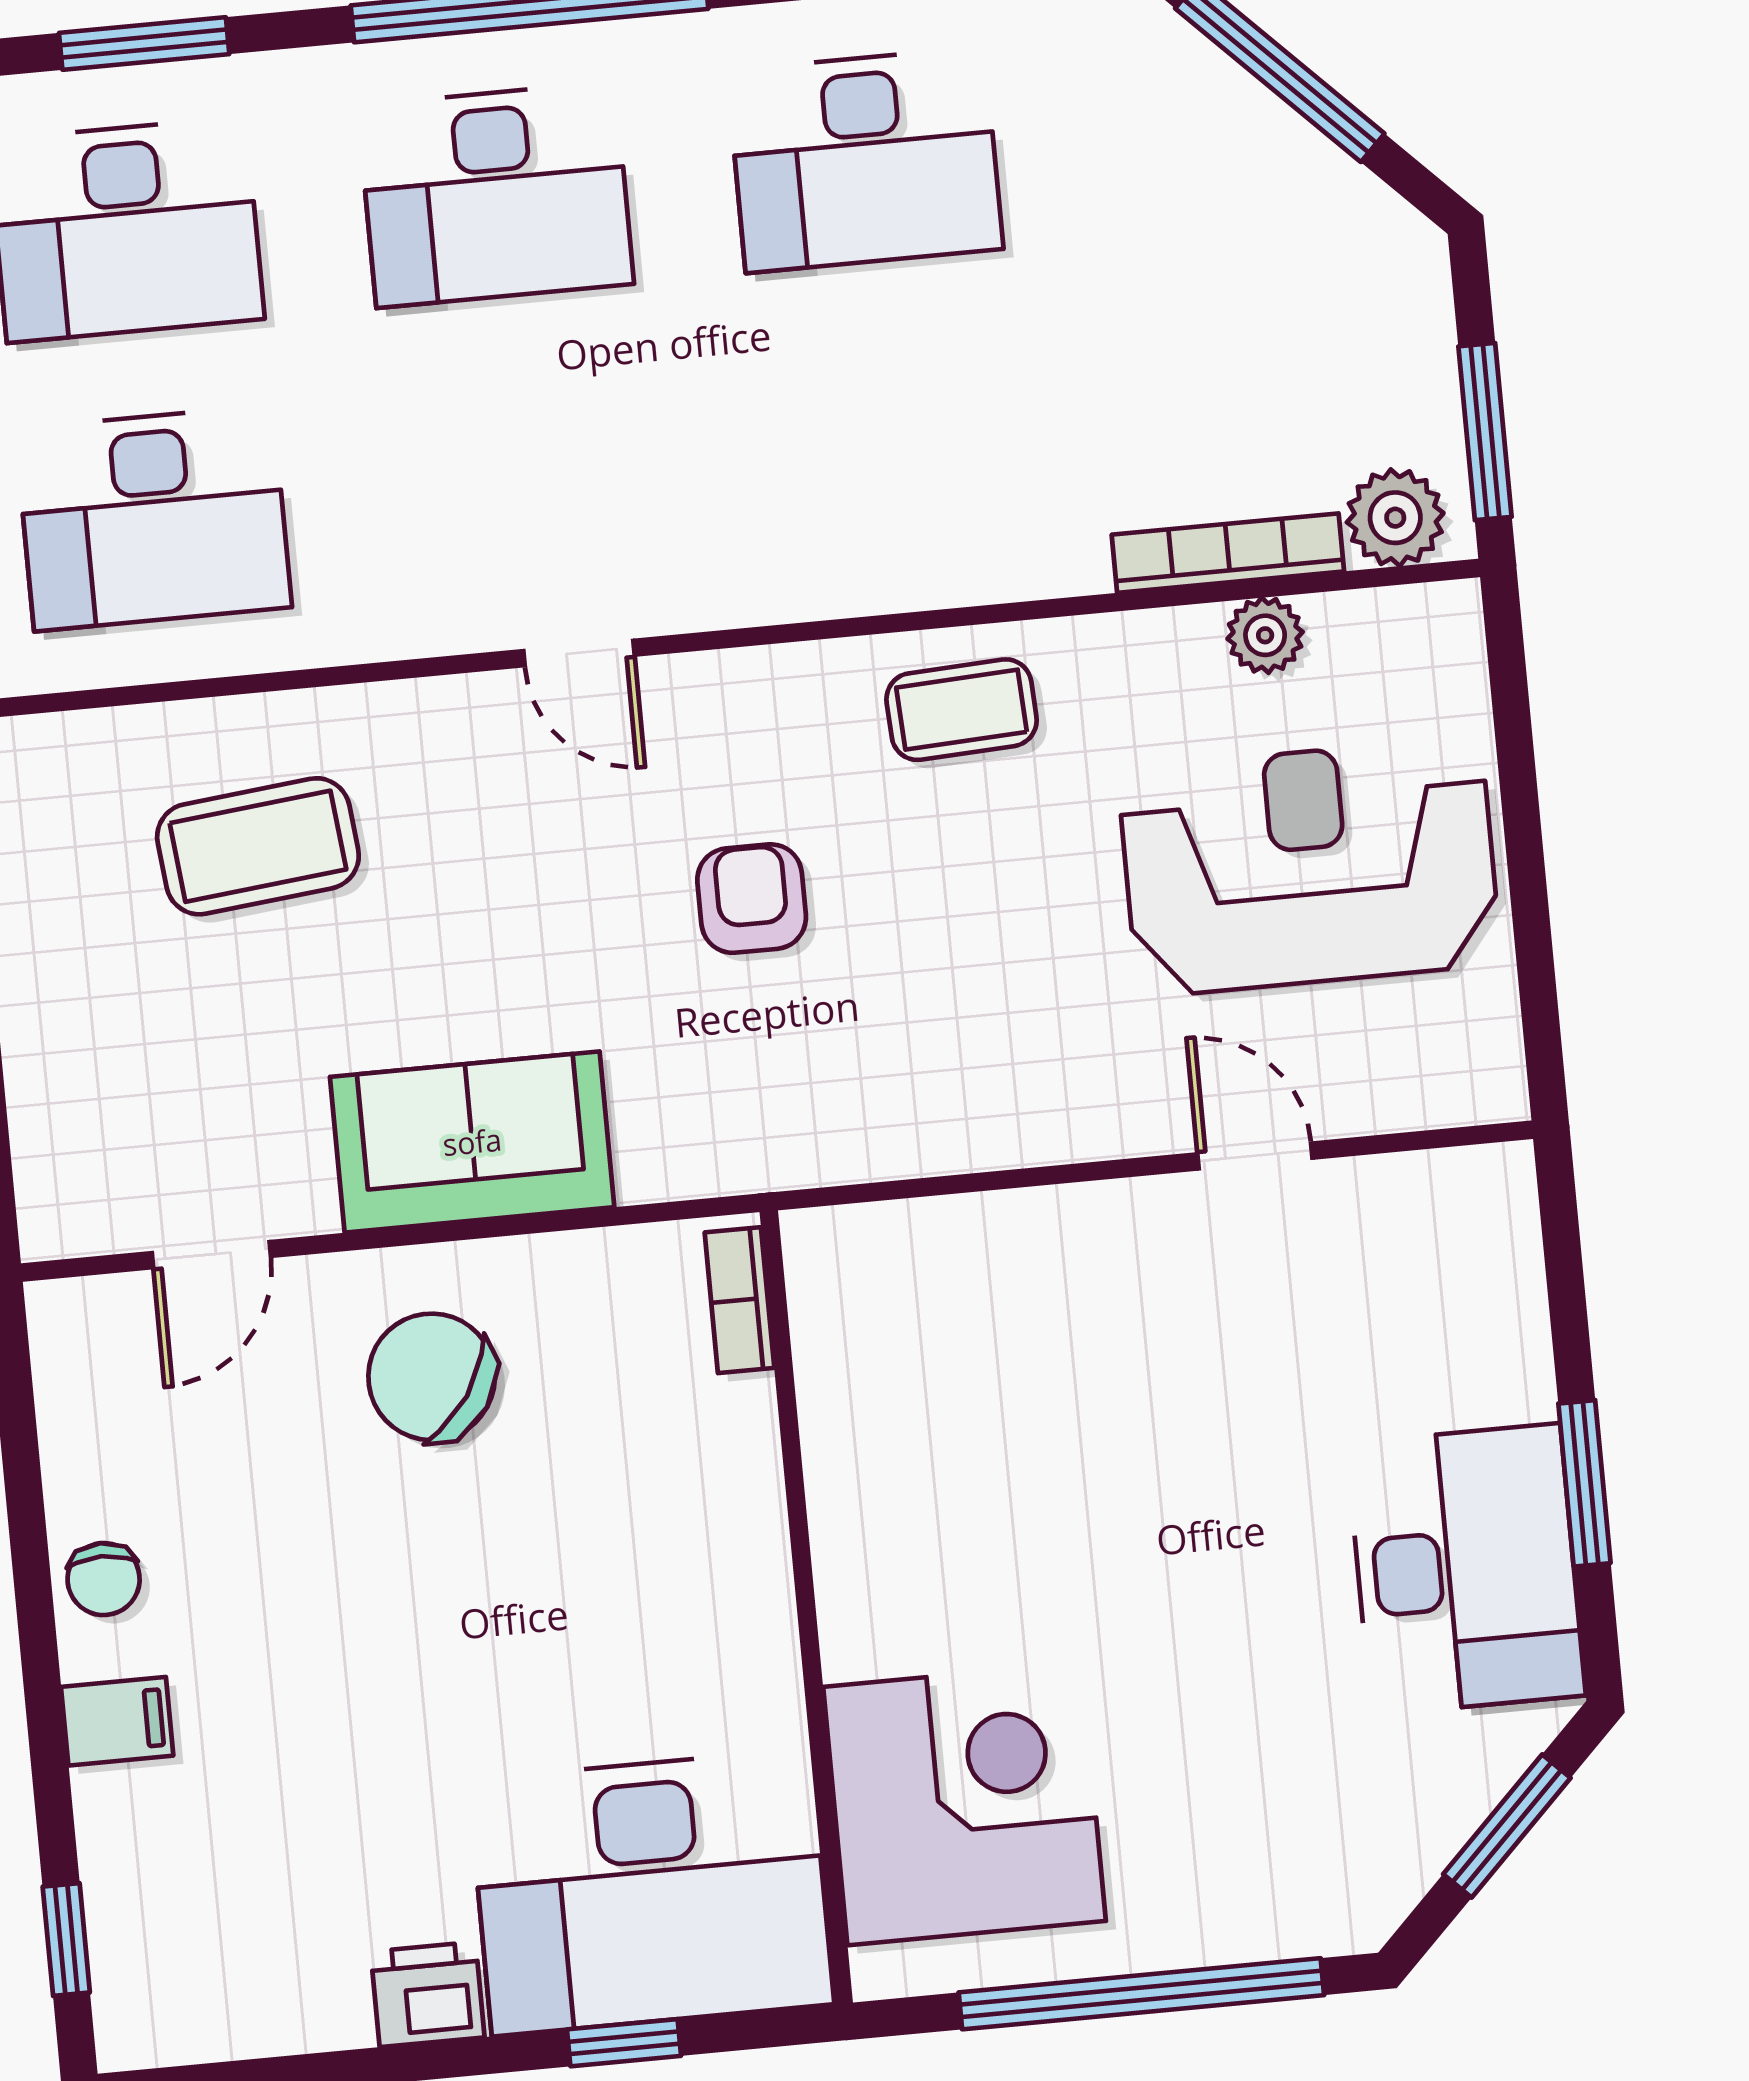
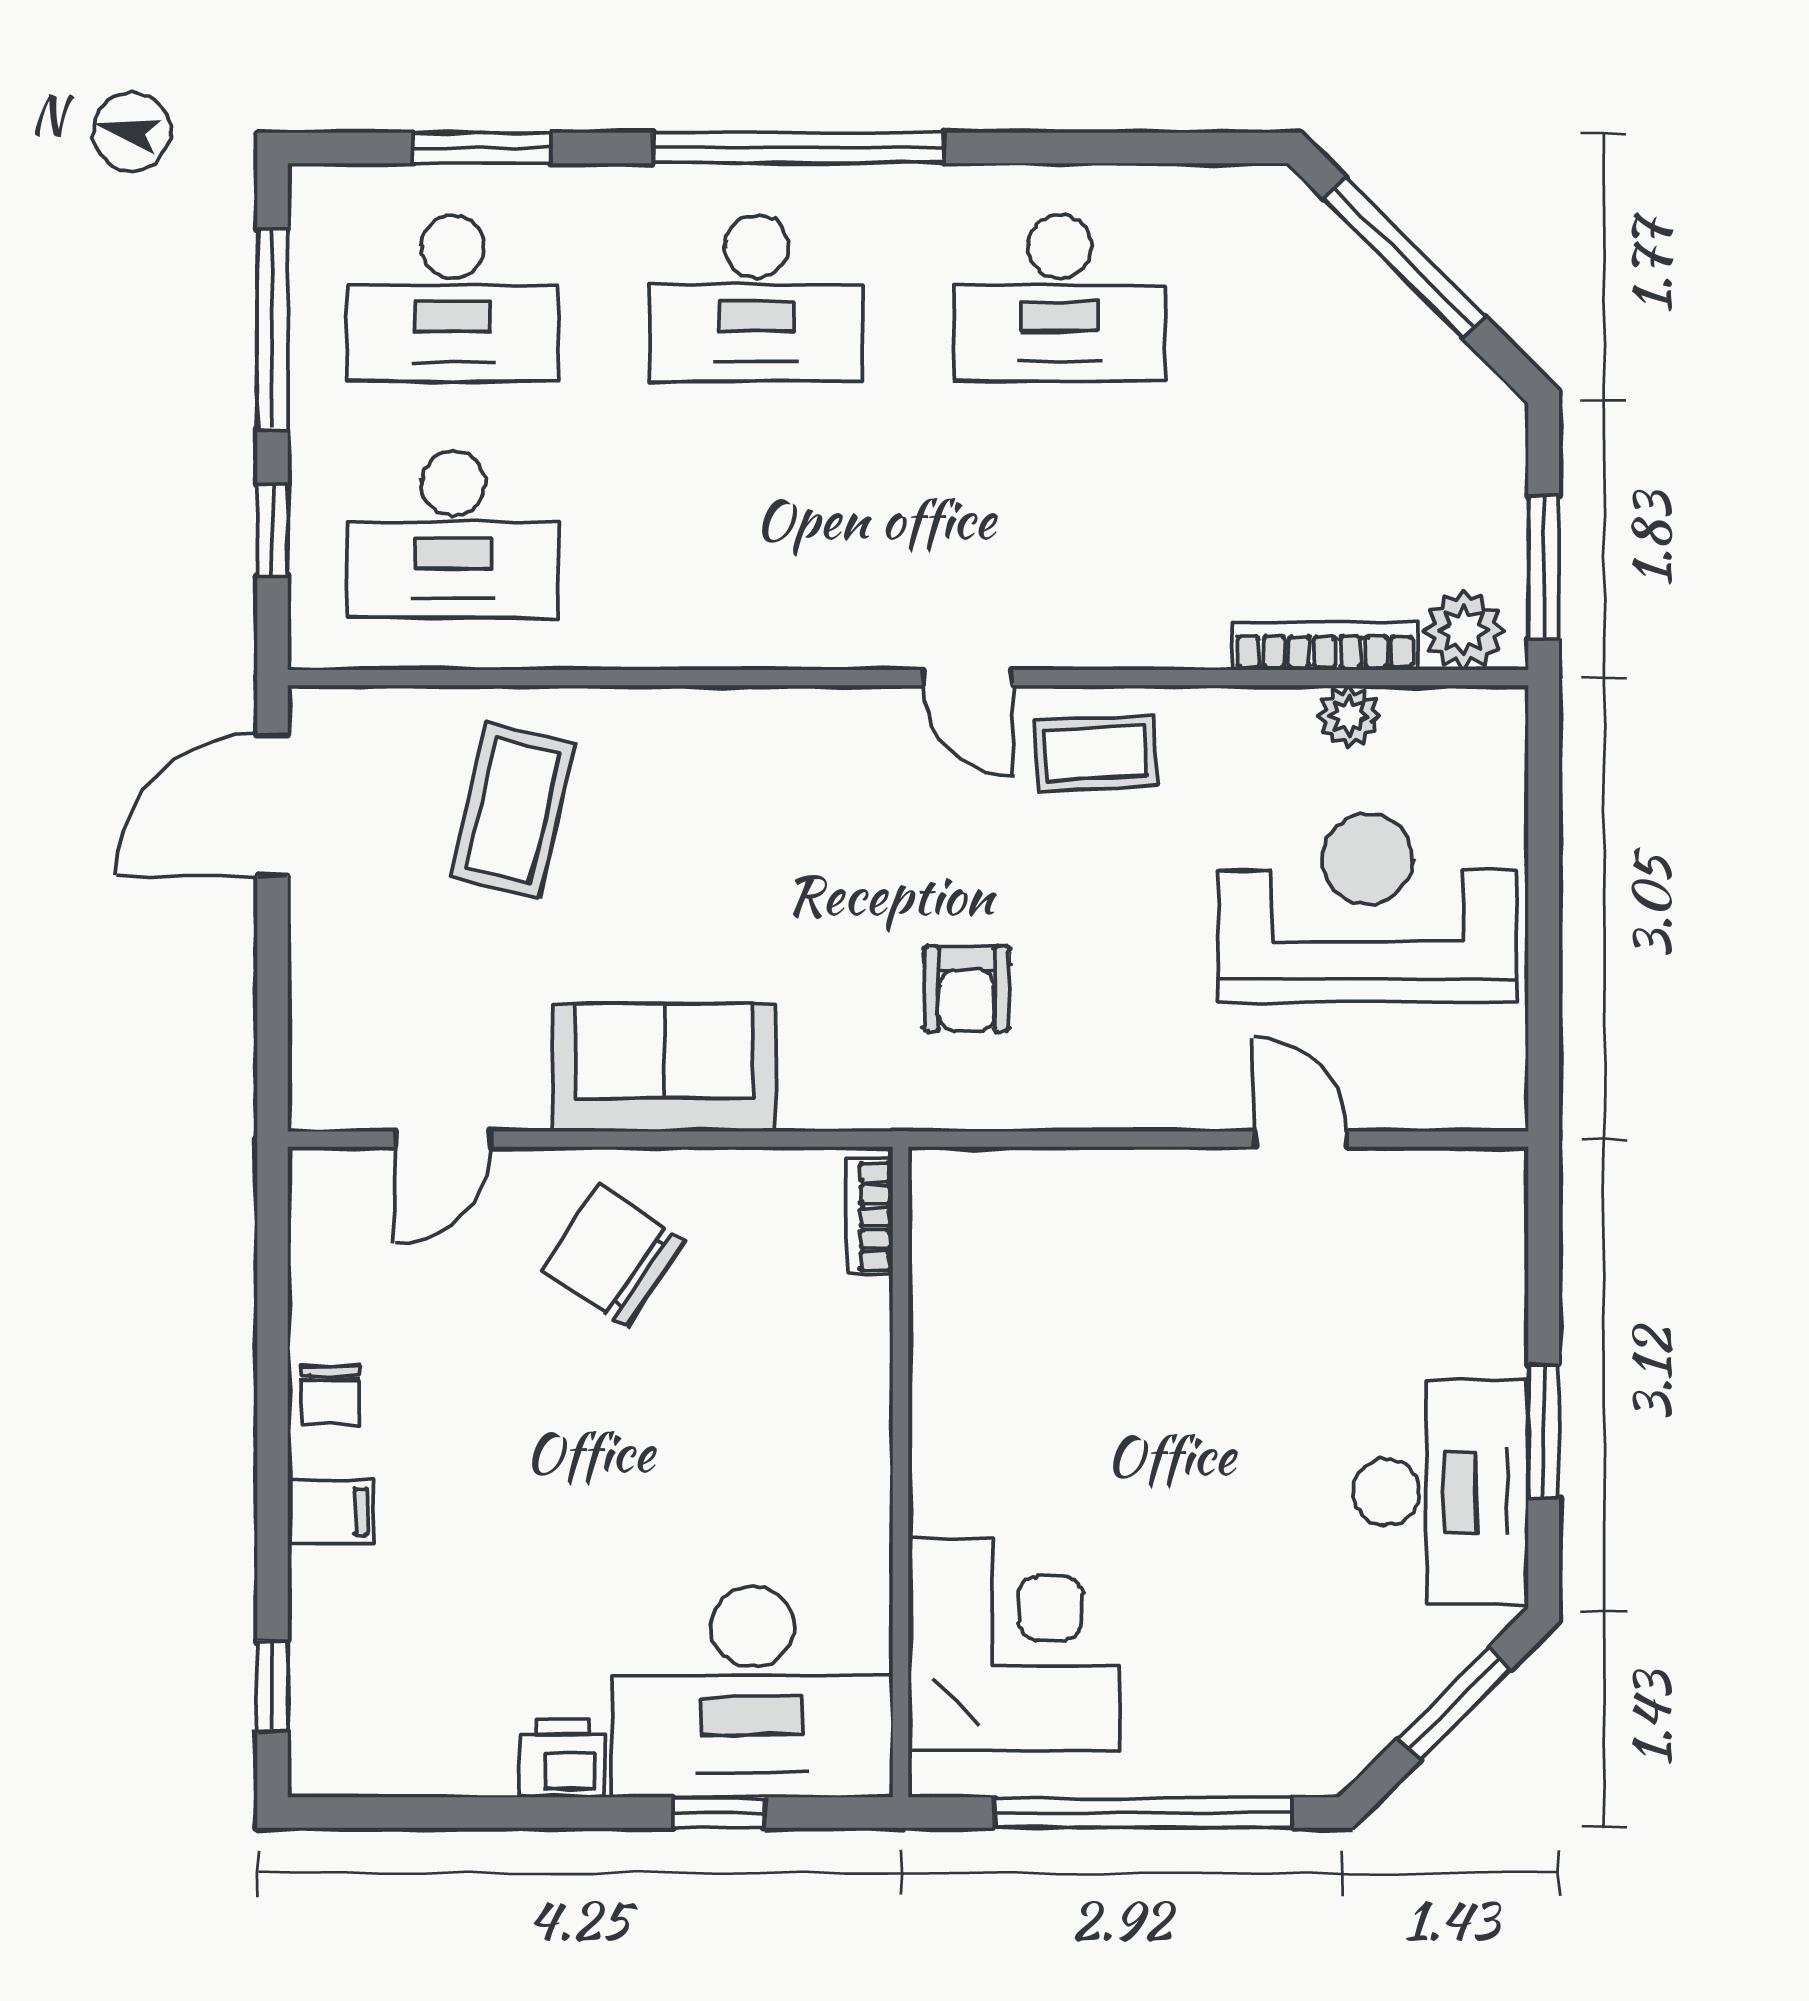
door: (579, 653) -> (968, 678), moved
coffee table: (258, 846) -> (513, 810), turned -71
armchair: (752, 899) -> (967, 989), moved, turned 180

